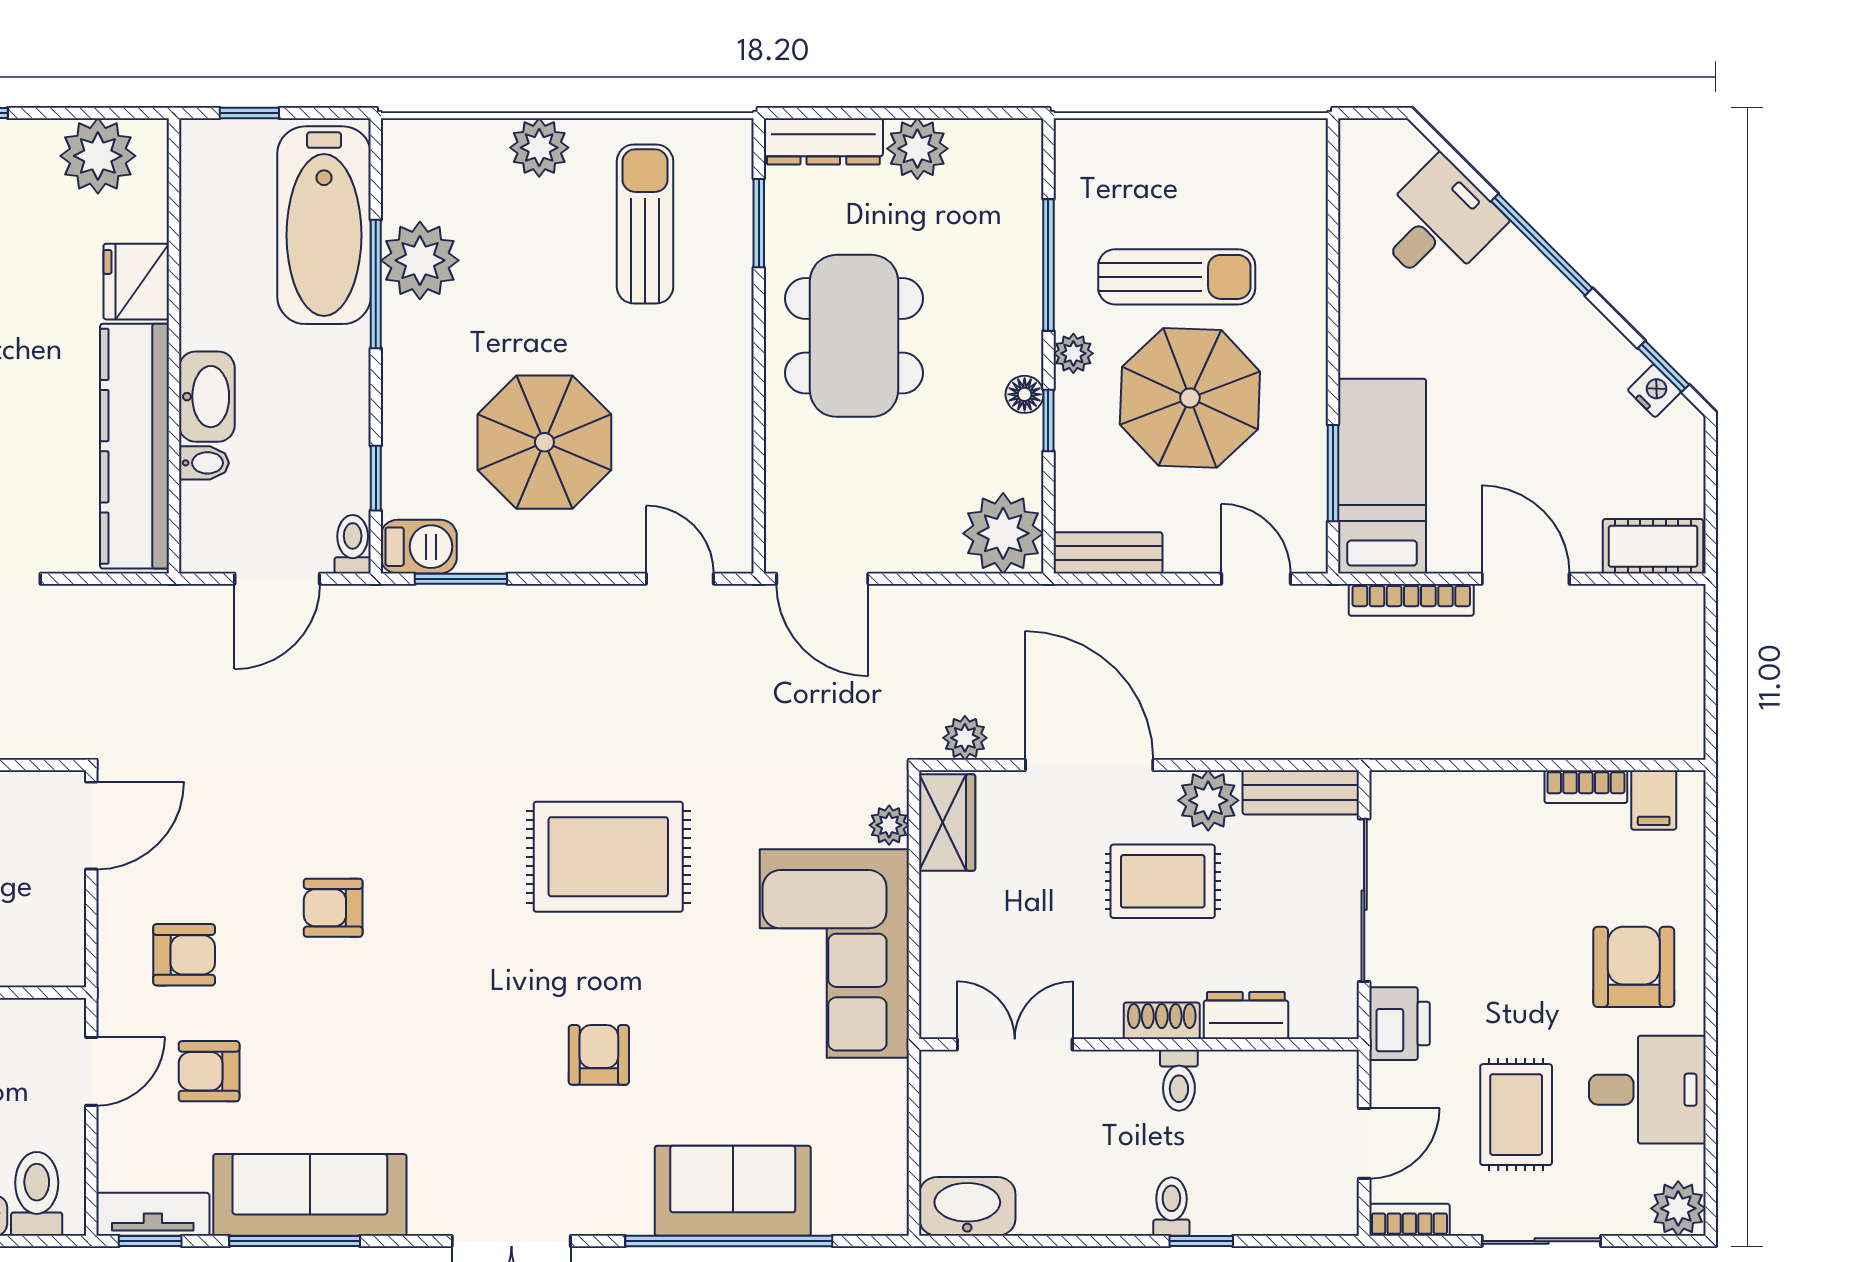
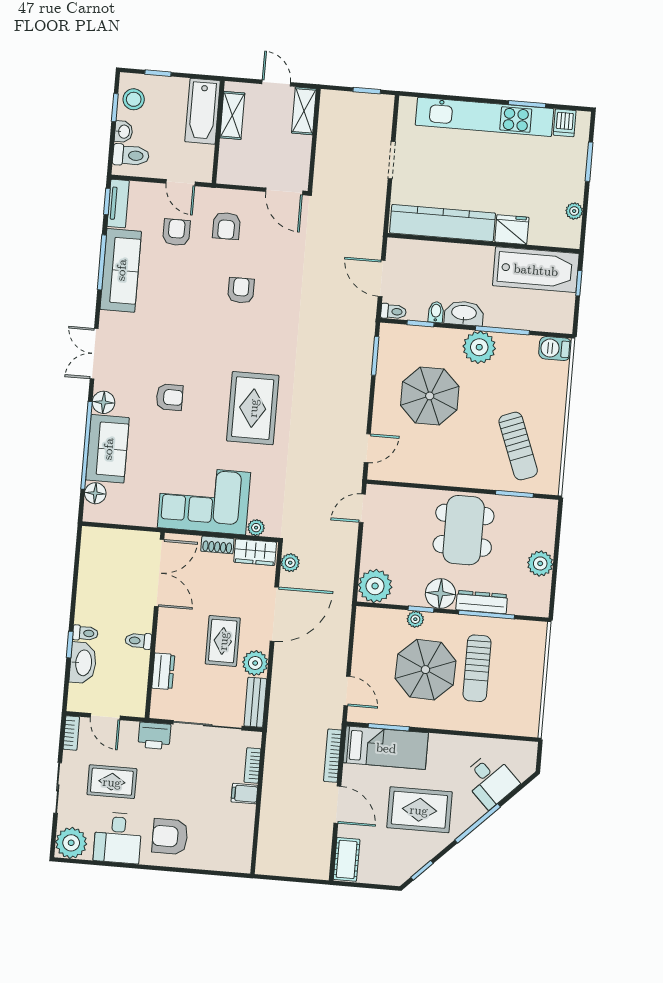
dresser: (823, 141) -> (482, 602), moved, turned 90
plant: (539, 148) -> (554, 404), removed
plant: (98, 156) -> (574, 211), width x0.53, depth x0.53
sun lounger: (645, 224) -> (518, 446), turned 69
bathtub: (324, 225) -> (536, 270), moved, turned 180
plant: (420, 260) -> (479, 347), moved
dining table: (854, 336) -> (464, 530), turned 90
plant: (1073, 353) -> (415, 619), moved
rug: (1521, 384) -> (419, 810), added
nightstand: (1654, 391) -> (412, 866), removed
floor lamp: (1025, 394) -> (440, 594), width x1.89, depth x1.89
washbasin: (207, 397) -> (464, 313), moved, turned 180
bidet: (204, 463) -> (436, 312), moved, turned 180
barbecue: (419, 547) -> (555, 348), moved, turned 90
bench: (1108, 553) -> (363, 630), removed
door: (822, 579) -> (362, 508), width x0.73
door: (1256, 579) -> (347, 691), hinge flipped
door: (1526, 579) -> (337, 805), hinge flipped
bookcase: (1586, 787) -> (252, 766), moved
filing cabinet: (1654, 800) -> (244, 794), moved
armchair: (1634, 967) -> (170, 836), turned 180
shoe rack: (1162, 1021) -> (217, 545), moved, turned 90
double door: (1015, 1044) -> (159, 573), width x1.37
washbasin: (967, 1206) -> (83, 663), moved
plant: (1678, 1208) -> (71, 843), width x1.36, depth x1.36
floor lamp: (624, 1209) -> (104, 402), added
floor lamp: (840, 1211) -> (95, 493), added

